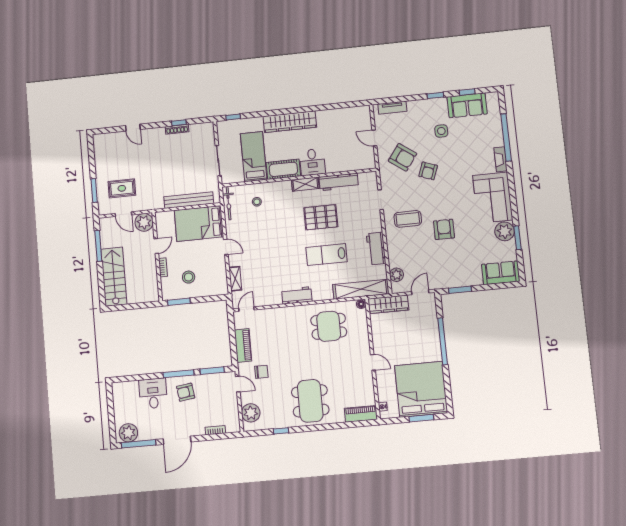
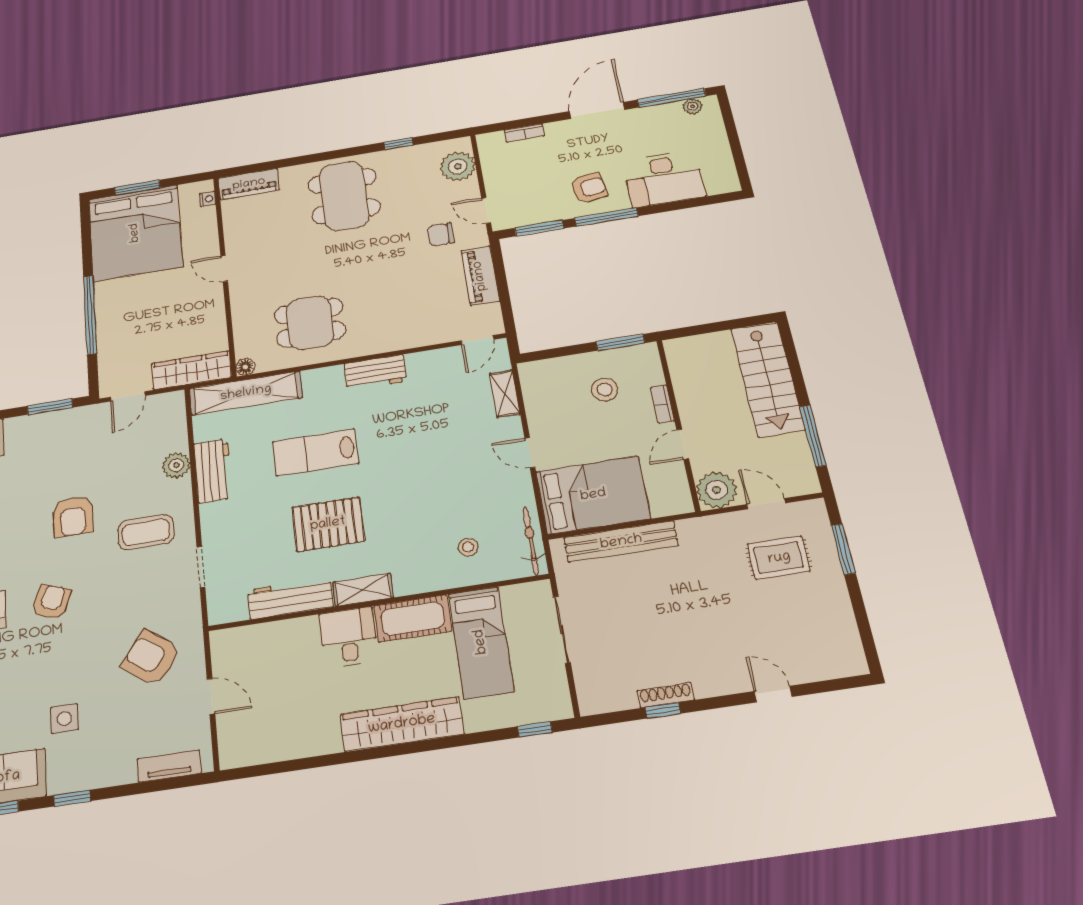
armchair: (428, 171) -> (52, 602), moved
lab bench: (326, 255) -> (315, 452), turned 180
plant: (396, 275) -> (176, 465), moved
desk: (153, 393) -> (664, 179), width x1.37
plant: (128, 433) -> (693, 106), width x0.53, depth x0.53

